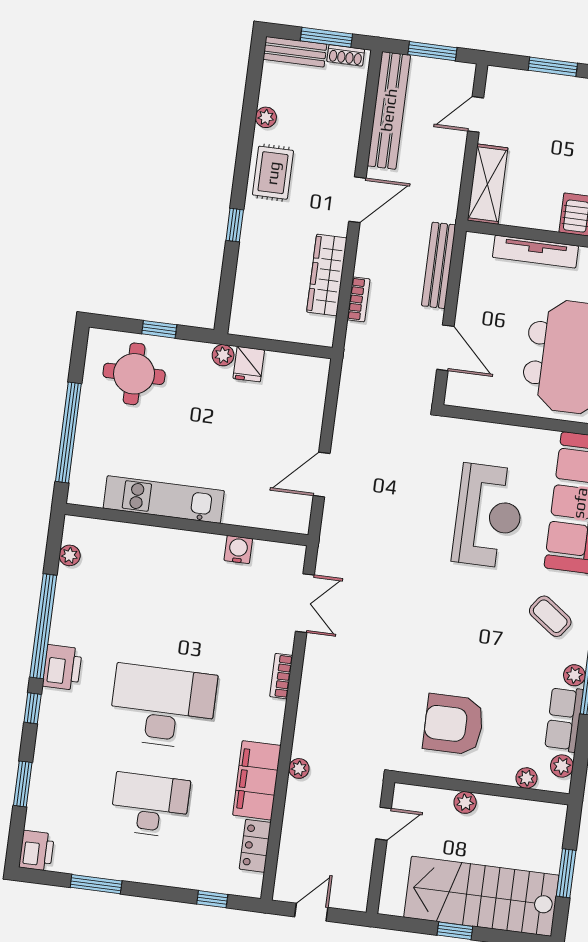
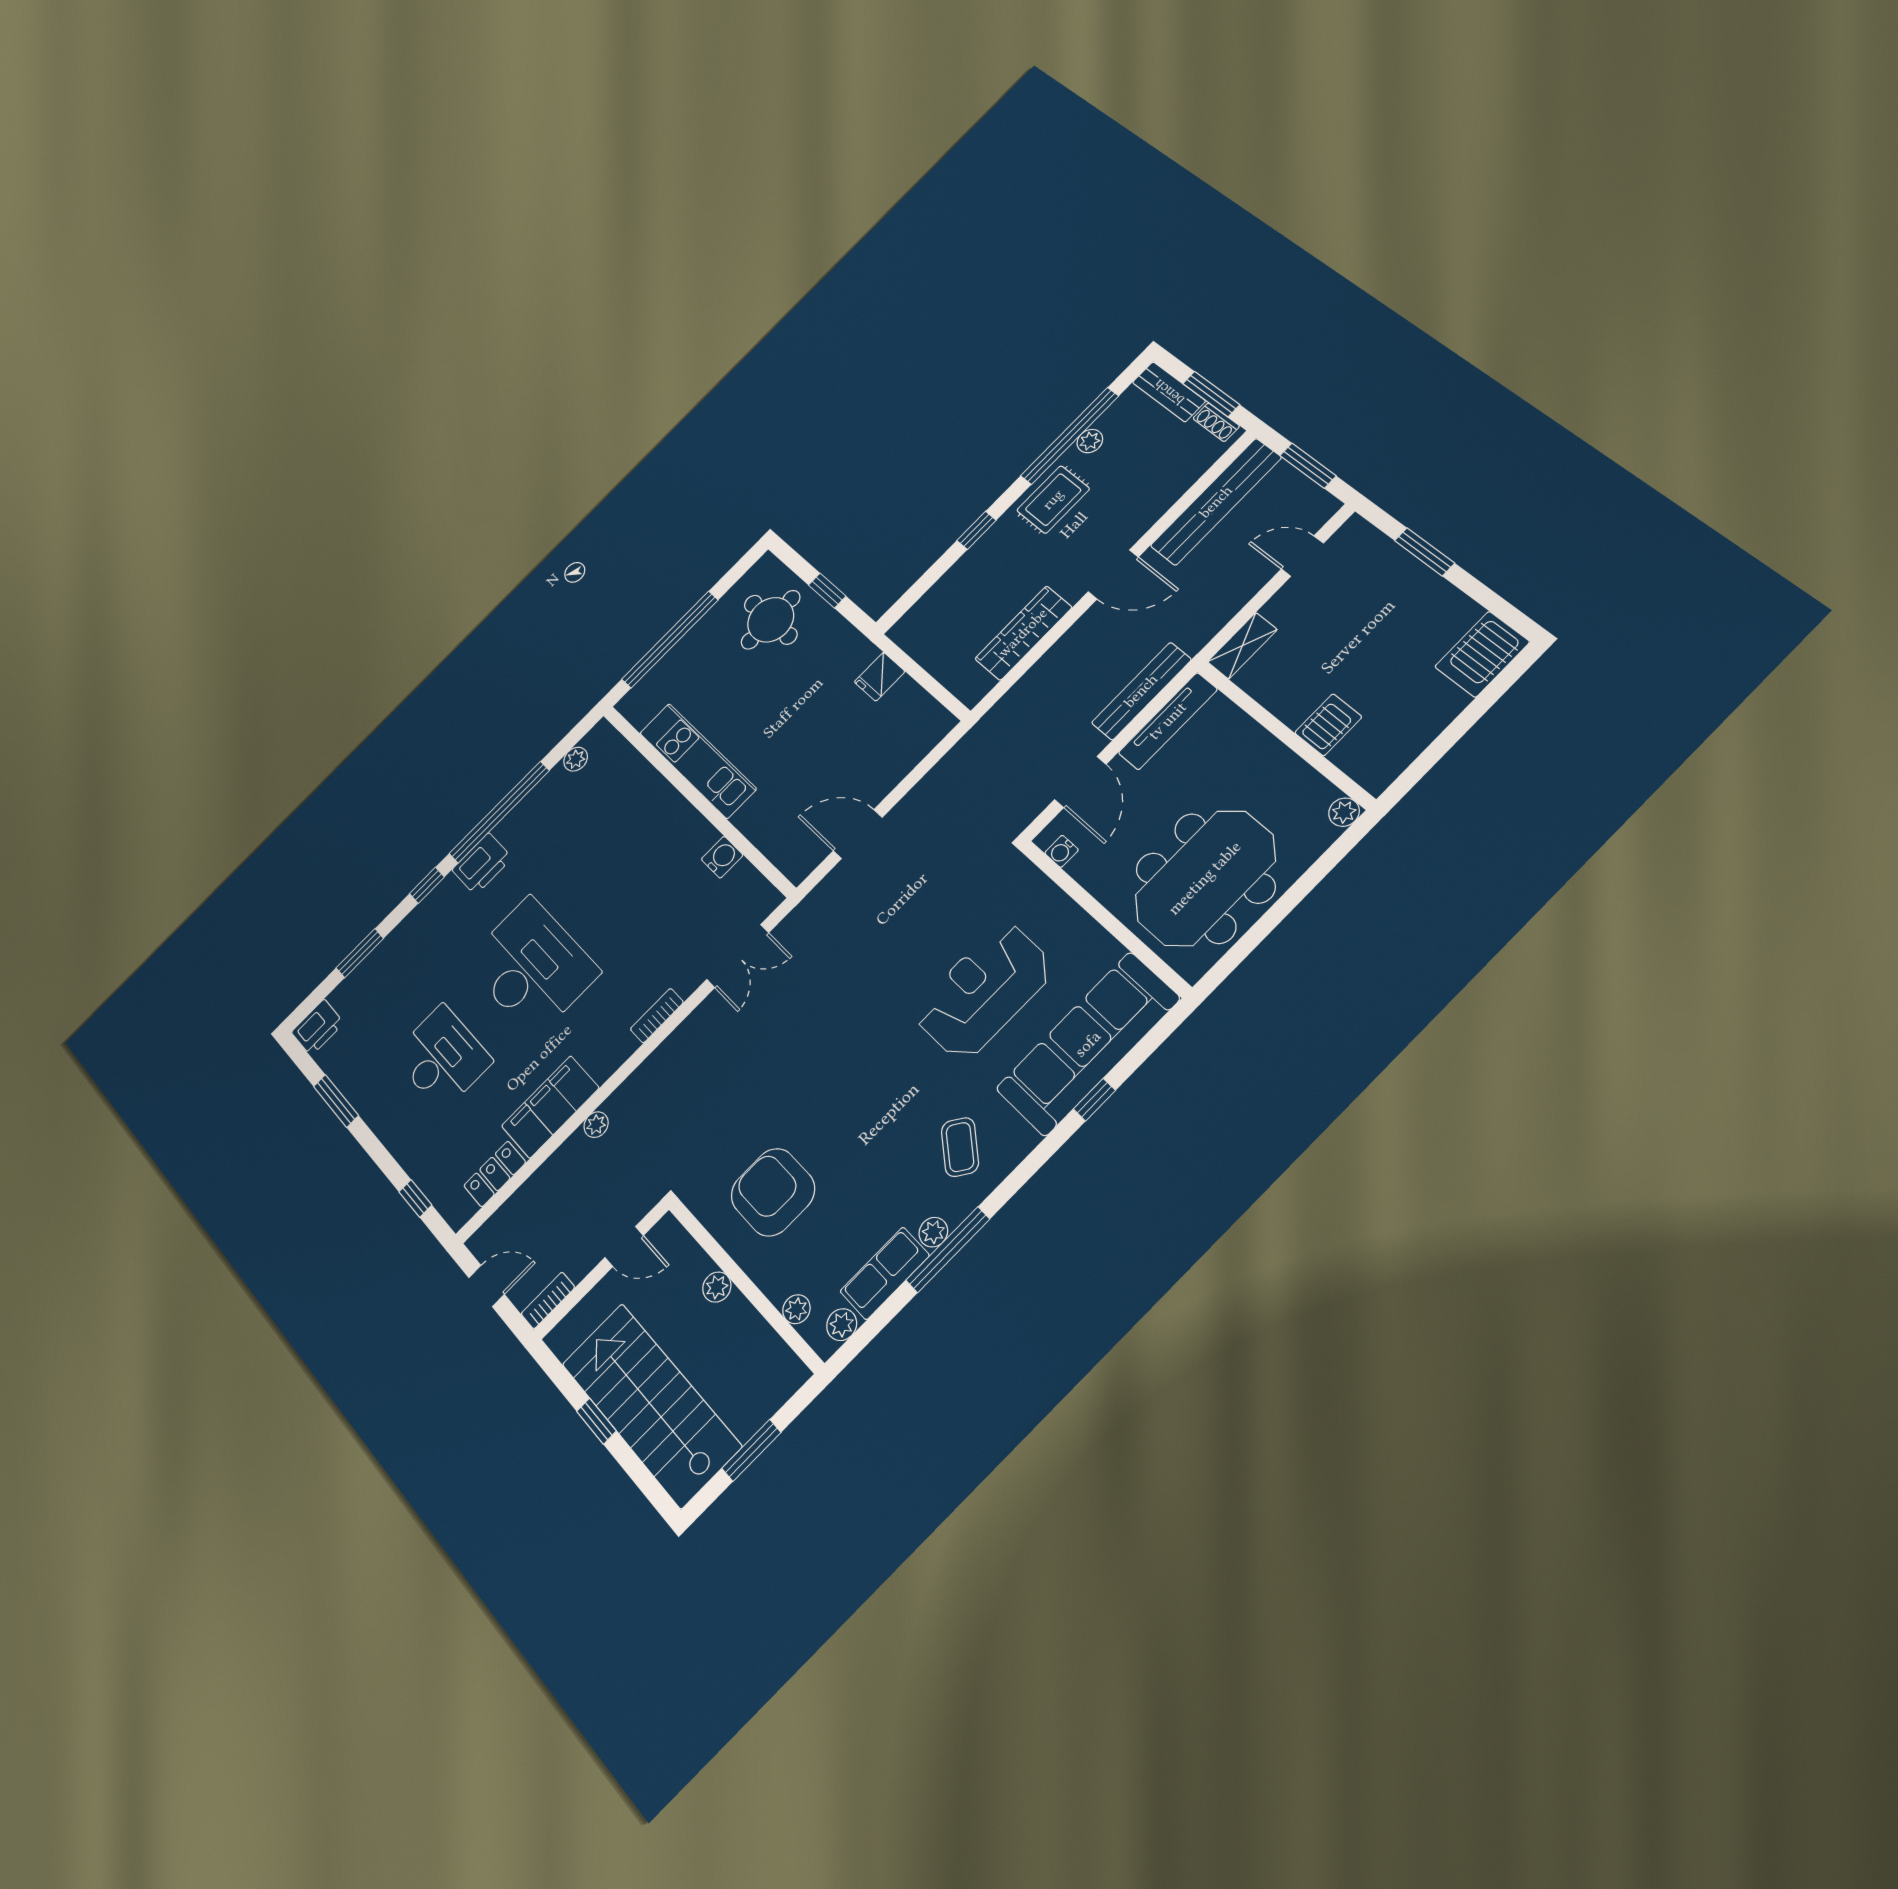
window: (248, 122) -> (1070, 436), added
shelving: (488, 184) -> (1242, 646), width x0.67, depth x0.75
tv unit: (535, 252) -> (1168, 721), moved, turned -90
bookcase: (359, 299) -> (548, 1300), moved, turned 180
plant: (223, 355) -> (863, 653), removed
water cooler: (468, 399) -> (1062, 851), added
reception desk: (488, 516) -> (984, 991), turned 180

